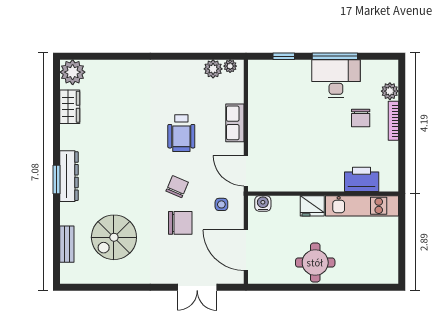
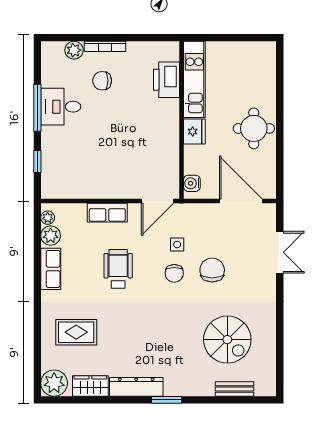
row of seats: (181, 69) -> (51, 269), added
desk: (336, 79) -> (61, 107), width x0.73
rug: (121, 93) -> (76, 332), added
chair: (361, 118) -> (102, 81), turned 180
wheelchair: (181, 133) -> (118, 269), turned -90
dresser: (69, 176) -> (136, 387), moved
chair: (177, 187) -> (174, 273), turned -113
side table: (221, 204) -> (177, 244), moved
door: (246, 250) -> (241, 201), swing flipped

